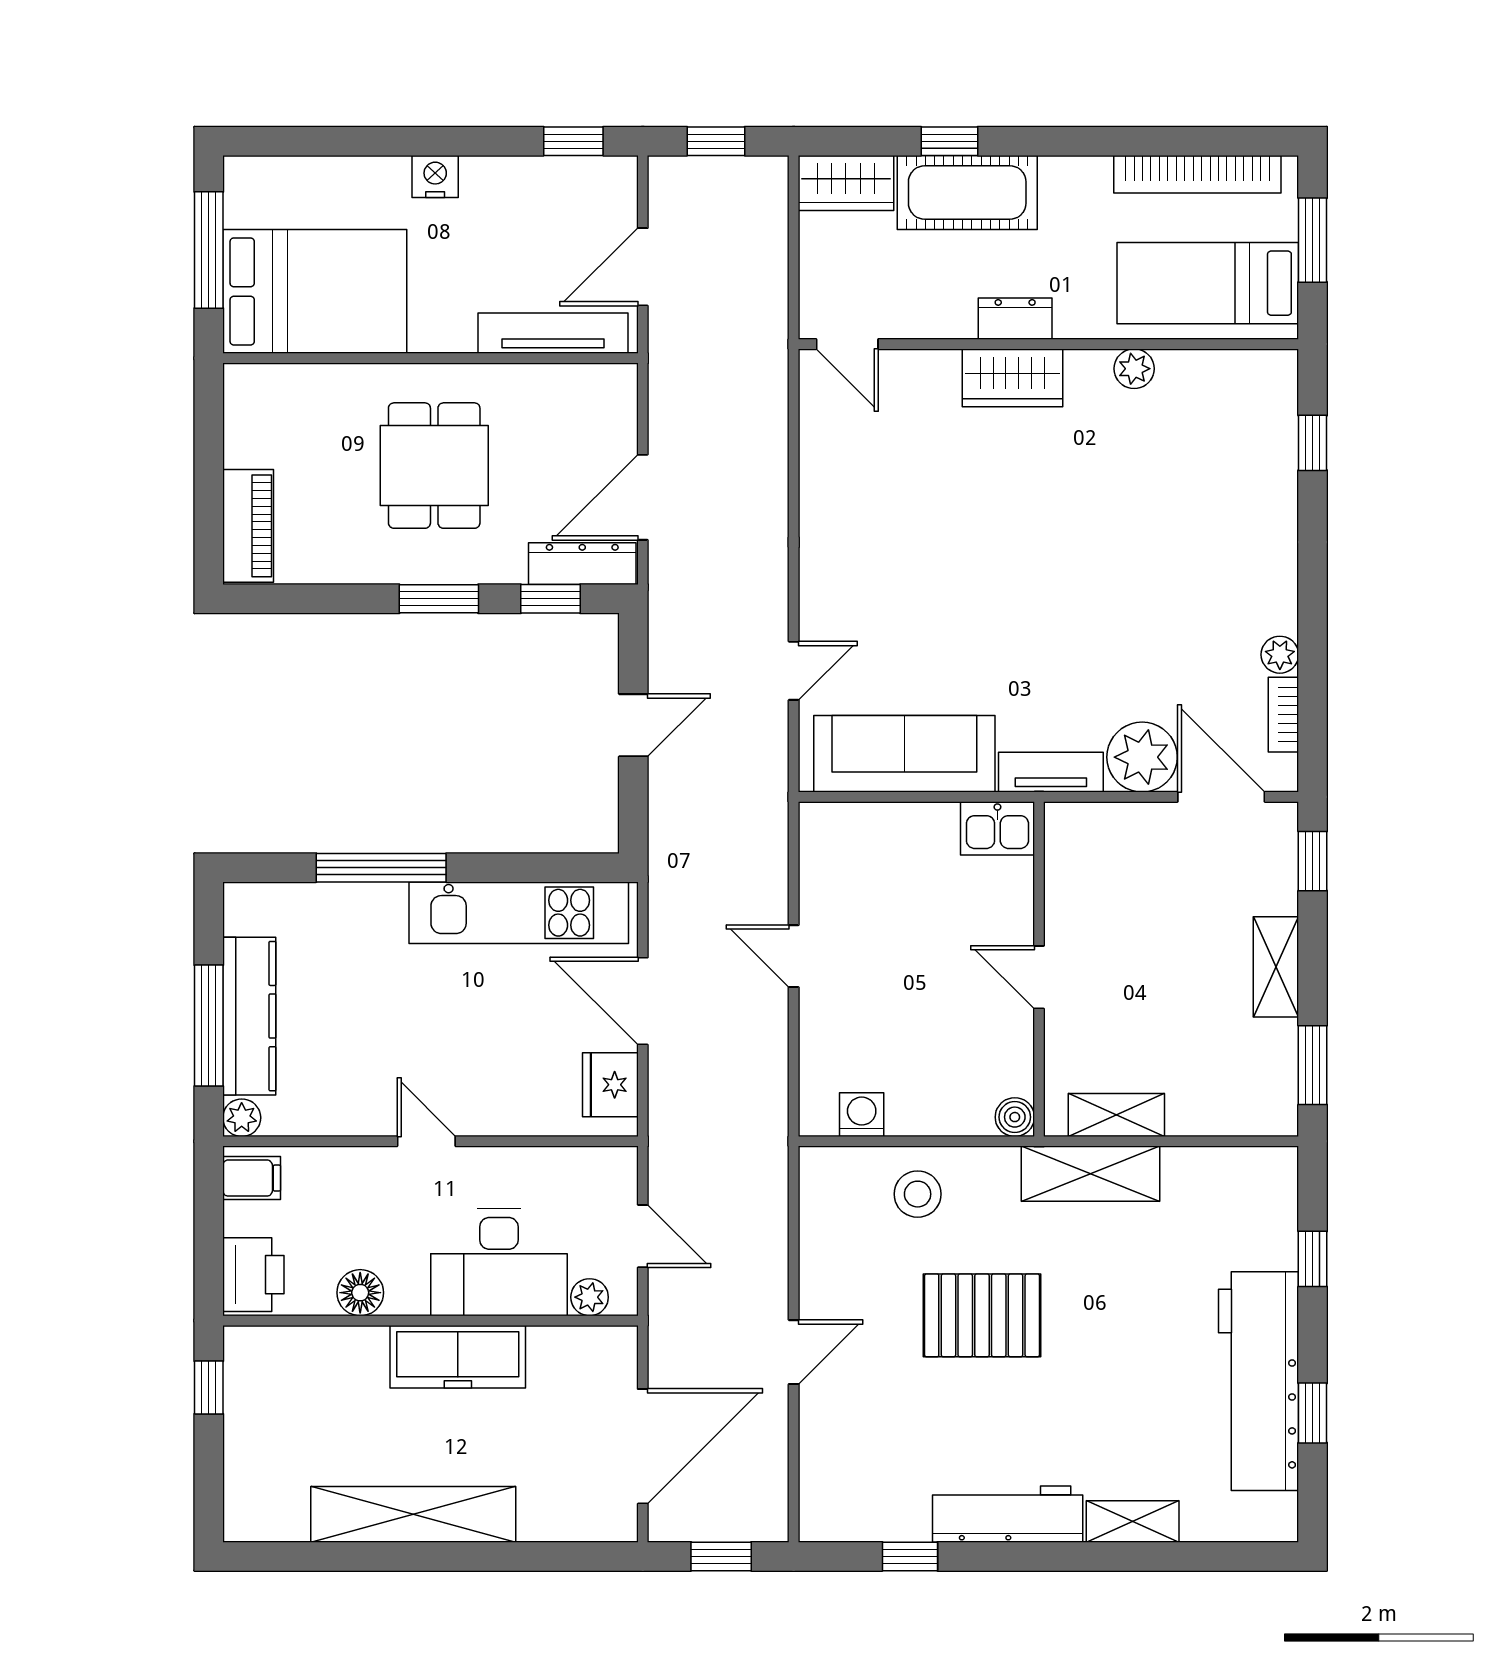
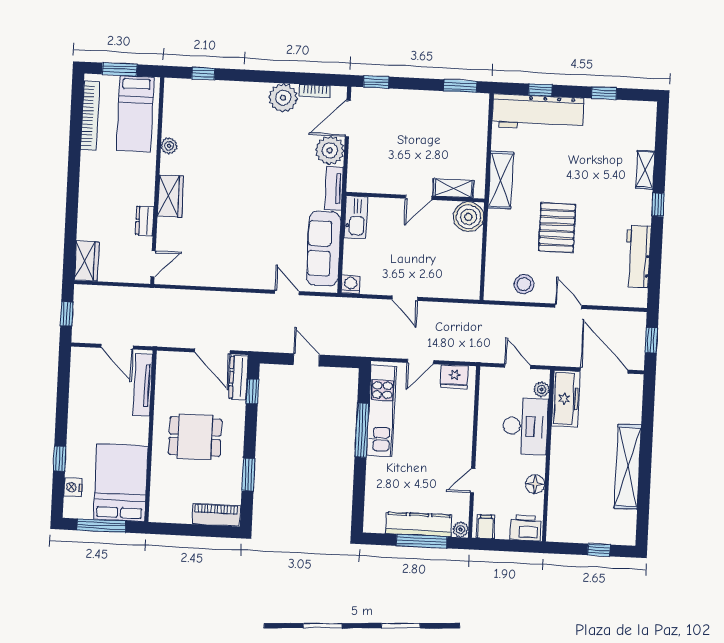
window: (573, 141) -> (60, 459), moved
window: (949, 141) -> (71, 217), removed
nightstand: (435, 176) -> (73, 487), moved
cot: (967, 193) -> (93, 211), removed
dresser: (1015, 319) -> (145, 221), moved
window: (439, 599) -> (248, 475), moved
plant: (1280, 655) -> (283, 98), width x1.88, depth x1.88
kitchen sink: (997, 828) -> (356, 217), width x1.38
window: (381, 868) -> (362, 430), moved
door: (794, 956) -> (405, 298), hinge flipped
shelving: (1276, 967) -> (419, 99), removed
door: (643, 1001) -> (420, 362), width x0.73
washing machine: (862, 1115) -> (351, 285), moved, turned 90
shelving: (1116, 1115) -> (453, 188), moved, turned 90
boiler: (1015, 1117) -> (469, 217), width x1.86, depth x1.86
door: (426, 1141) -> (473, 481), moved
stool: (918, 1194) -> (524, 284), moved
door: (643, 1236) -> (517, 366), hinge flipped
freezer: (458, 1357) -> (566, 399), moved
workbench: (1259, 1381) -> (538, 112), moved
window: (209, 1388) -> (599, 550), moved
workbench: (1008, 1514) -> (638, 256), moved
window: (910, 1556) -> (658, 205), moved

